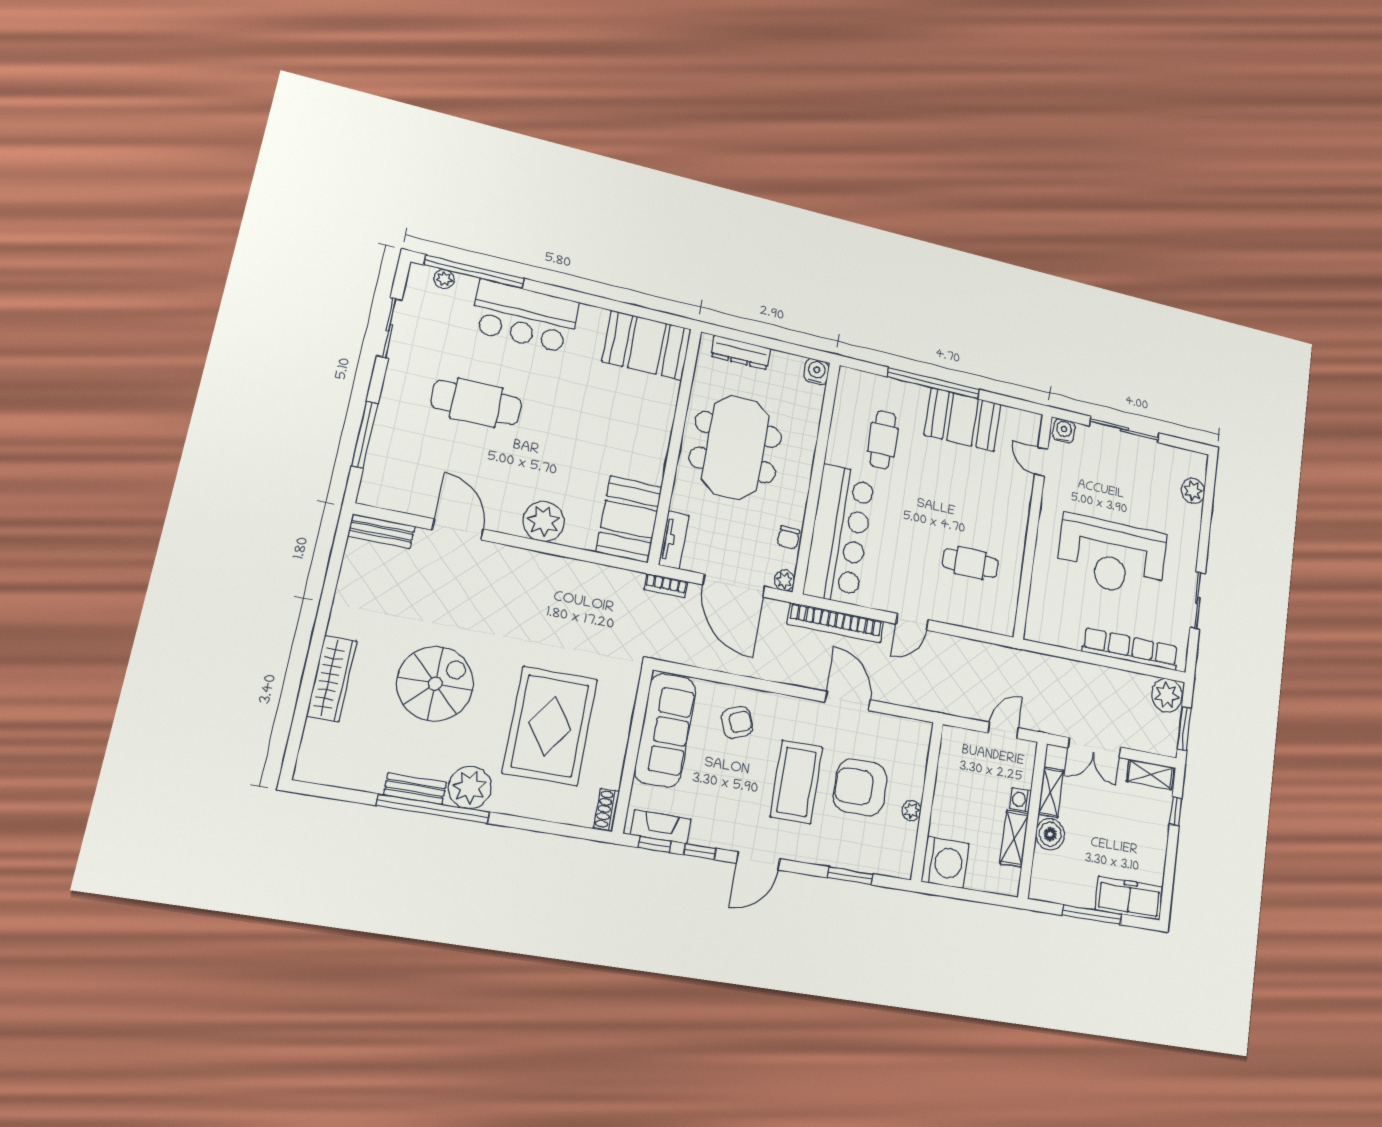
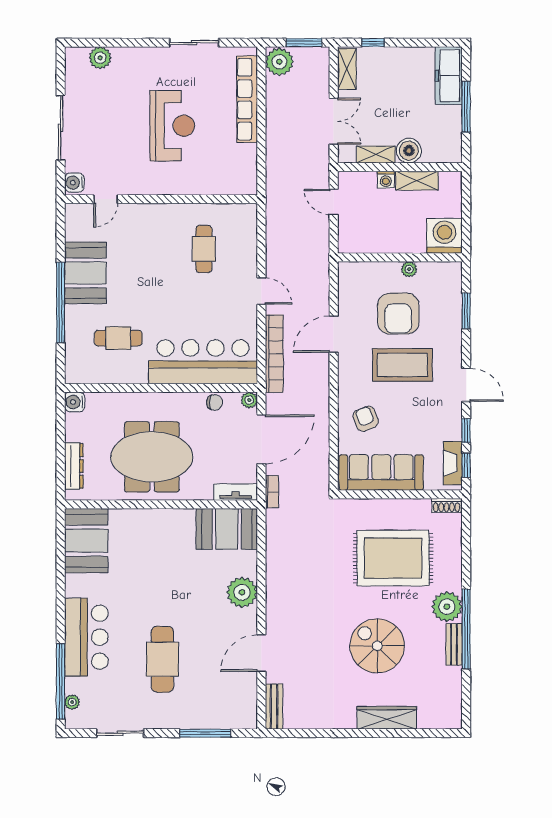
reception desk: (1112, 556) -> (172, 126), width x0.74, depth x0.77

